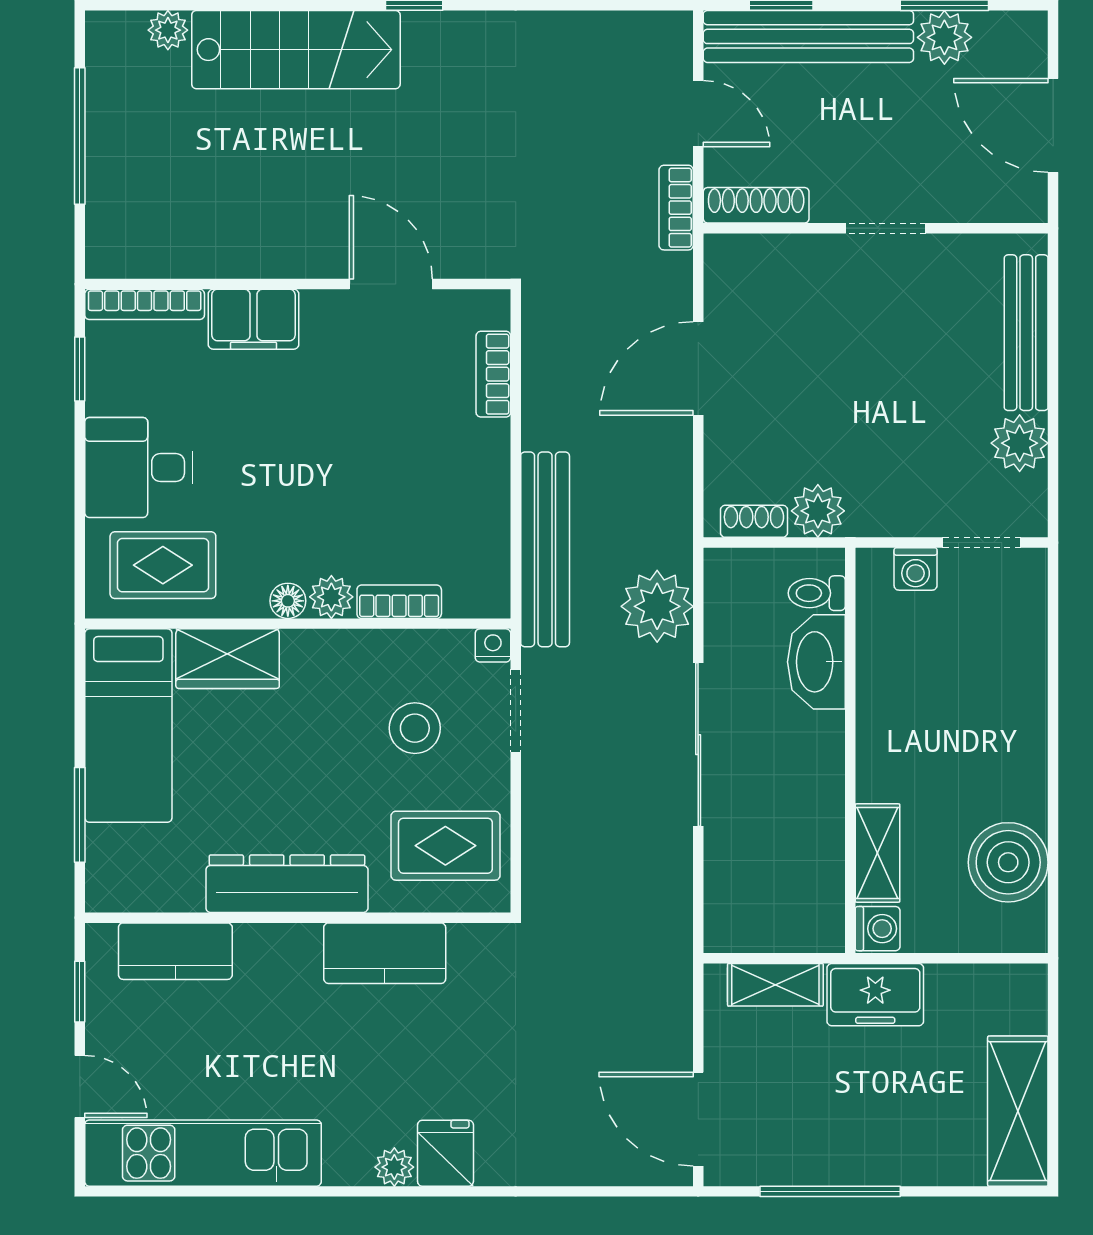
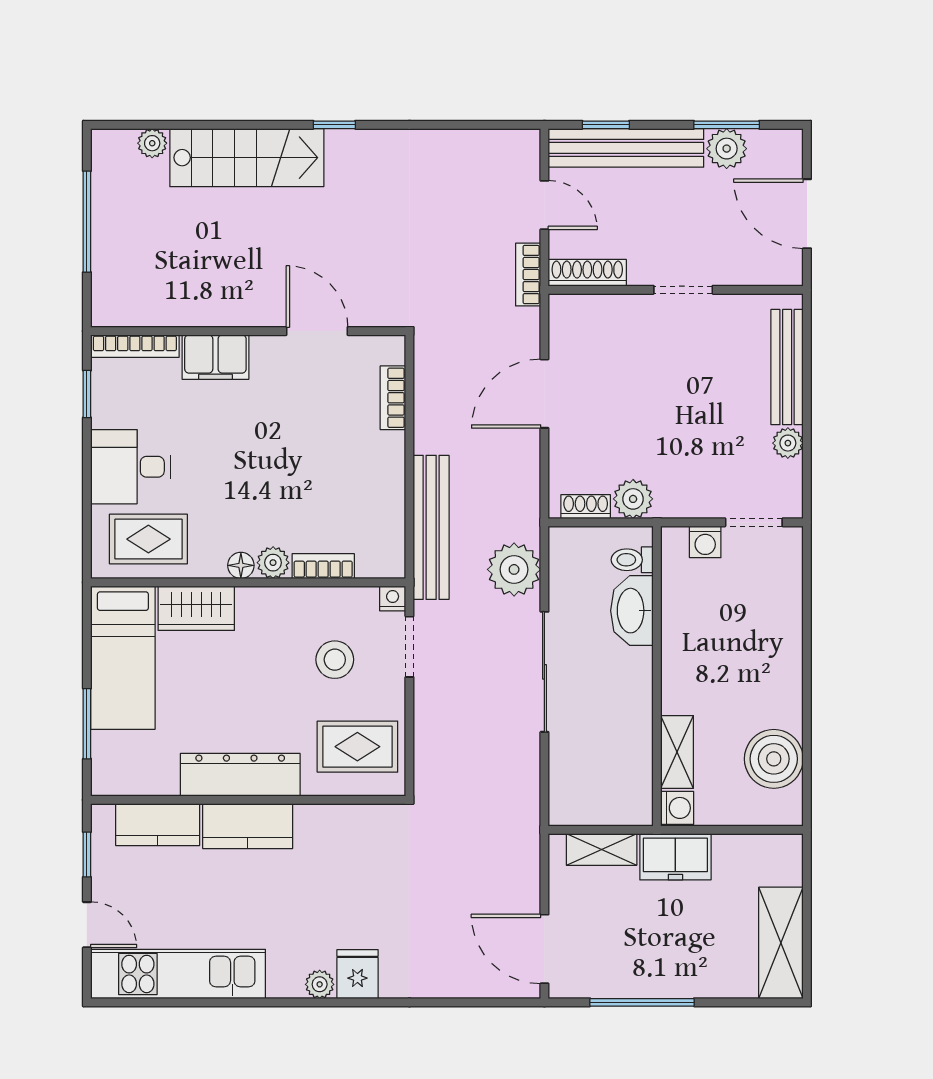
plant: (1020, 443) -> (788, 443), width x0.73, depth x0.73
kitchen counter: (385, 953) -> (248, 826), moved

